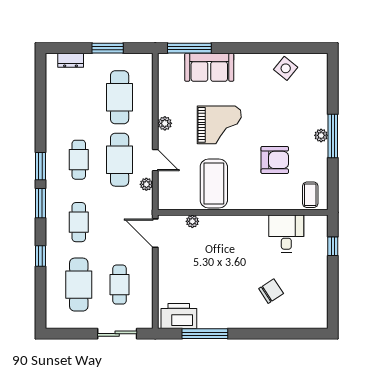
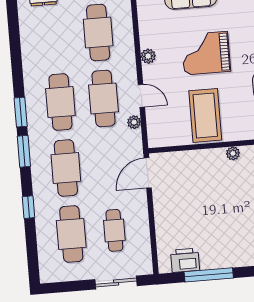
grand piano: (219, 125) -> (206, 53), turned 180
cafe table: (79, 160) -> (60, 102), width x1.37, depth x1.35
plant: (192, 221) -> (233, 153), moved
cafe table: (79, 222) -> (66, 168), width x1.37, depth x1.35
door: (155, 233) -> (148, 173), hinge flipped
printer: (179, 316) -> (185, 260), width x0.73, depth x0.84

